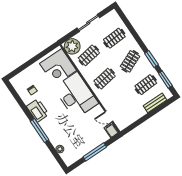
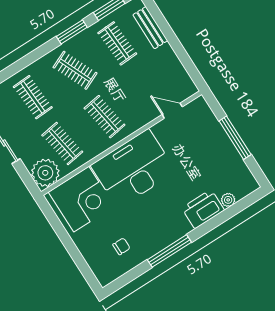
printer: (38, 110) -> (203, 209), moved
door: (109, 116) -> (172, 111), swing flipped
filing cabinet: (111, 130) -> (197, 107), removed
window: (40, 131) -> (169, 251), moved

